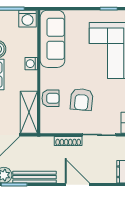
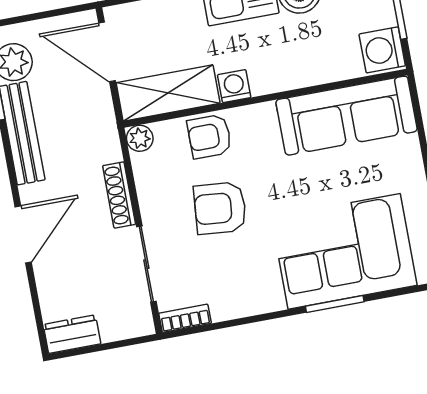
washing machine: (31, 64) -> (234, 86), moved
armchair: (51, 98) -> (209, 136), turned 90
plant: (46, 128) -> (140, 138), added

